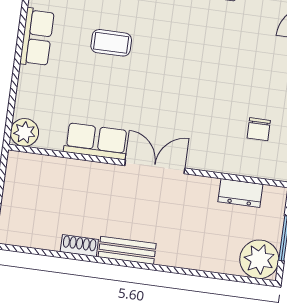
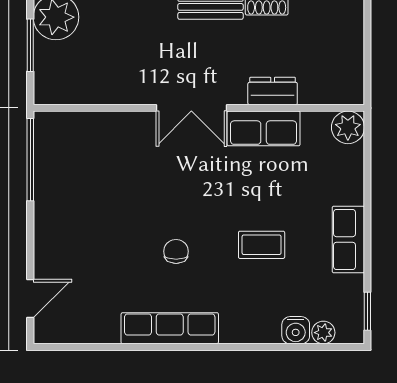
chair: (259, 129) -> (176, 251), moved
dresser: (240, 193) -> (273, 91), moved

